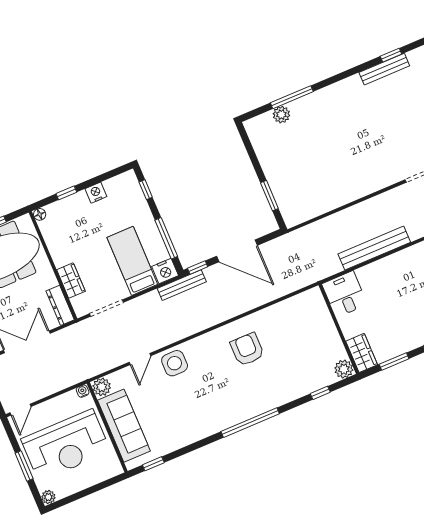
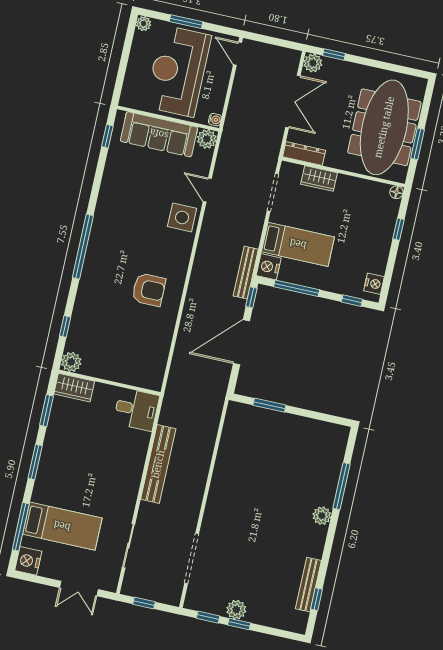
plant: (281, 115) -> (322, 516), moved
nightstand: (96, 193) -> (374, 284), moved

